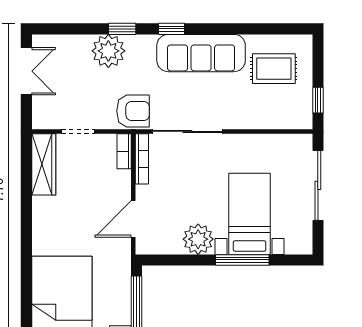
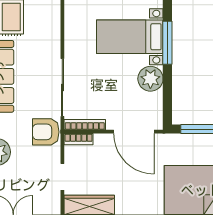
armchair: (133, 111) -> (46, 132), turned -90
door: (133, 219) -> (134, 132), width x1.36

